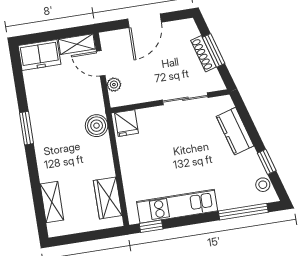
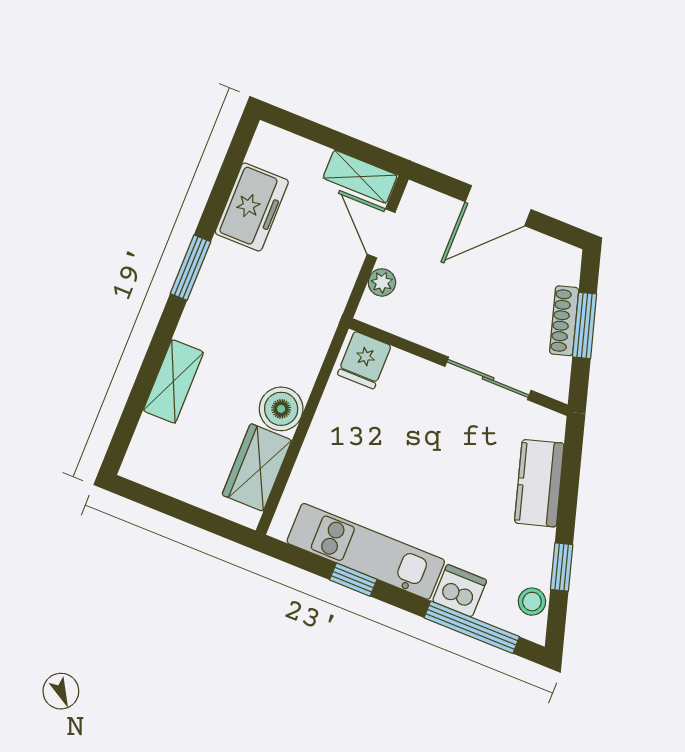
freezer: (39, 55) -> (252, 207), moved, turned -90
boiler: (97, 126) -> (281, 409), moved
dishwasher: (228, 199) -> (460, 591), added
shelving: (52, 202) -> (173, 381), moved
window: (151, 226) -> (353, 580), moved

